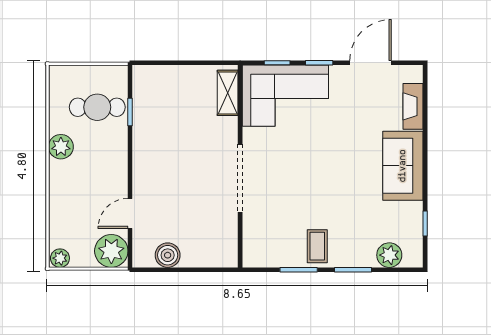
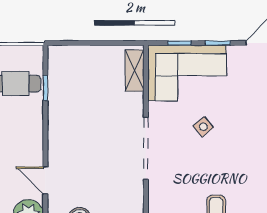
side table: (303, 155) -> (203, 127), added
door: (130, 213) -> (45, 180), hinge flipped

